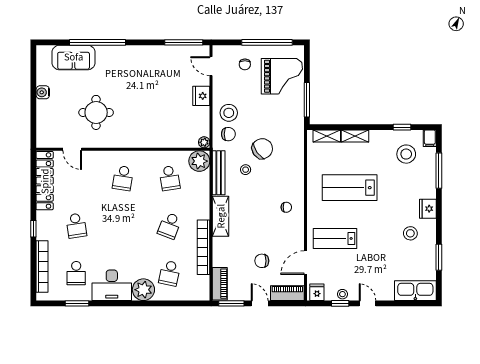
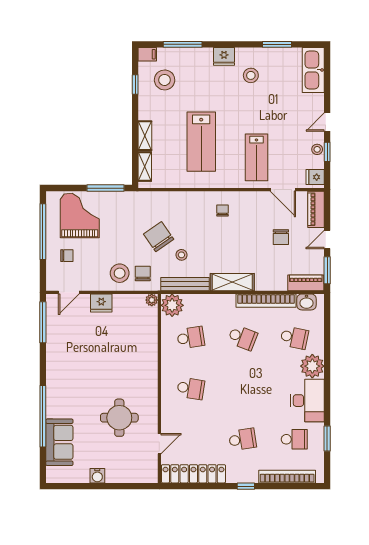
washbasin: (202, 284) -> (307, 302), added

